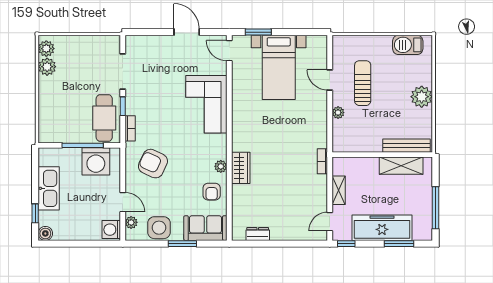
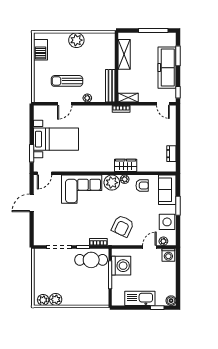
bench: (406, 146) -> (110, 86), moved
plant: (216, 148) -> (112, 183), added
shelving: (339, 190) -> (128, 98), moved

